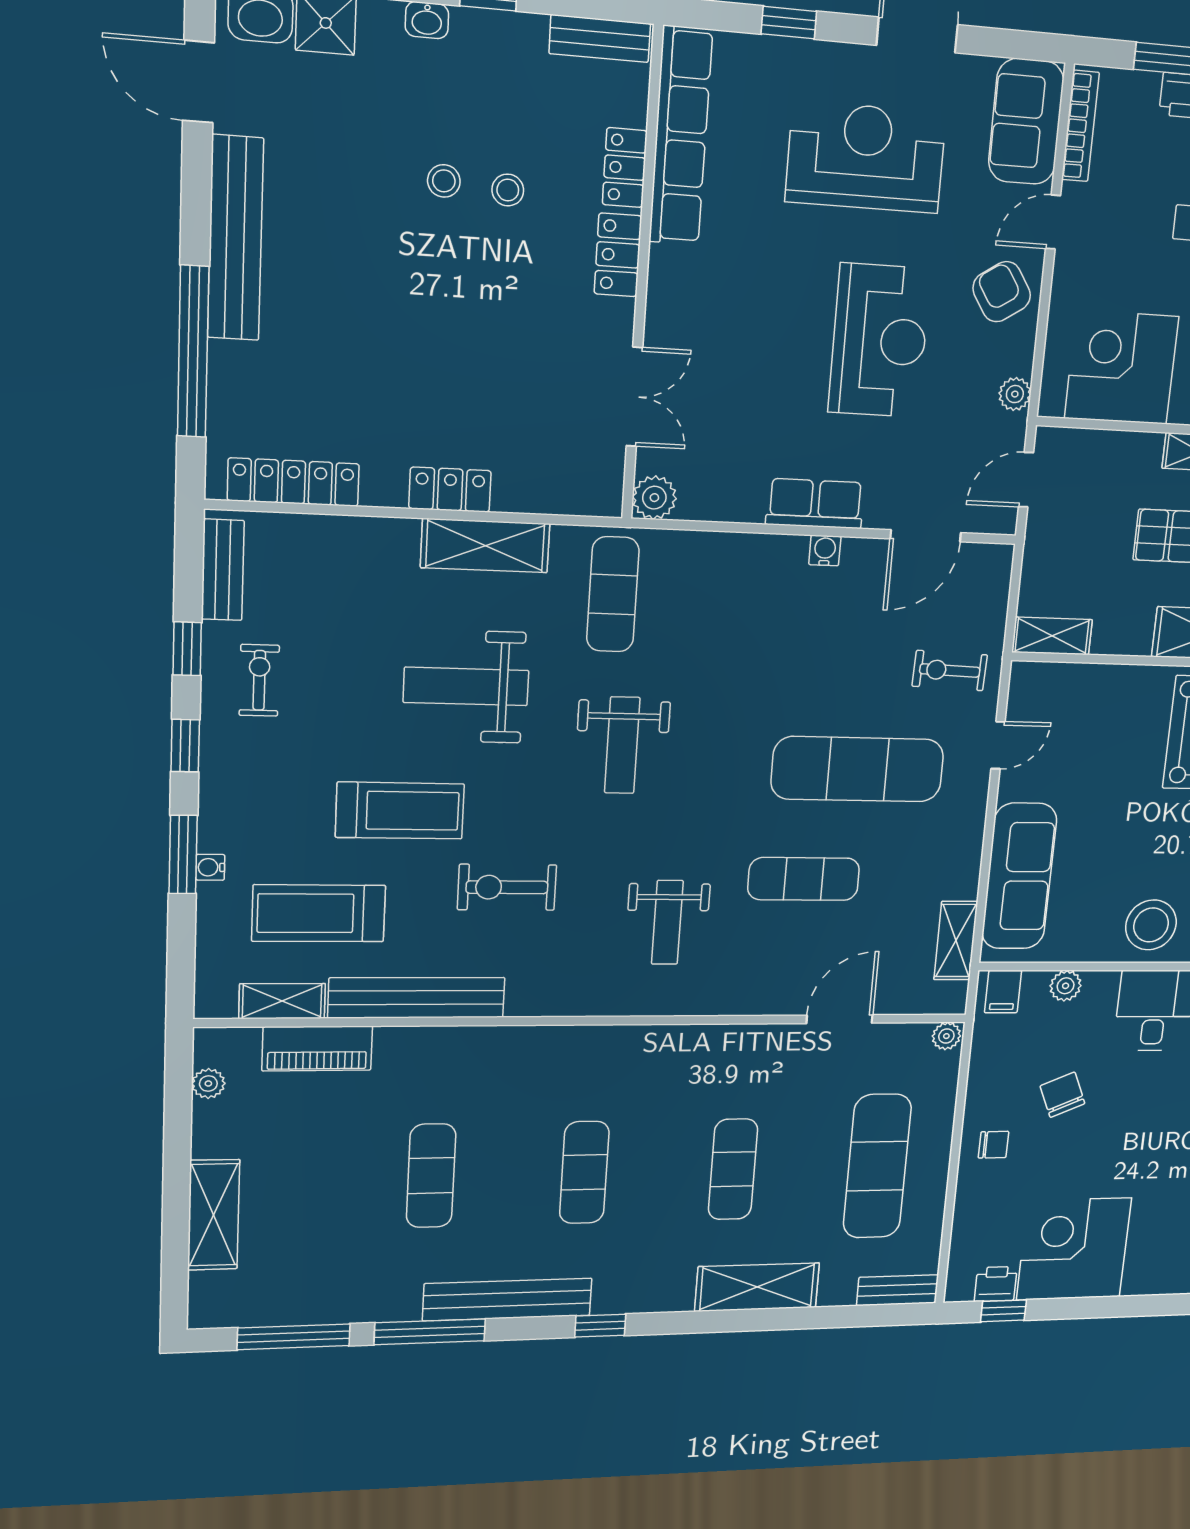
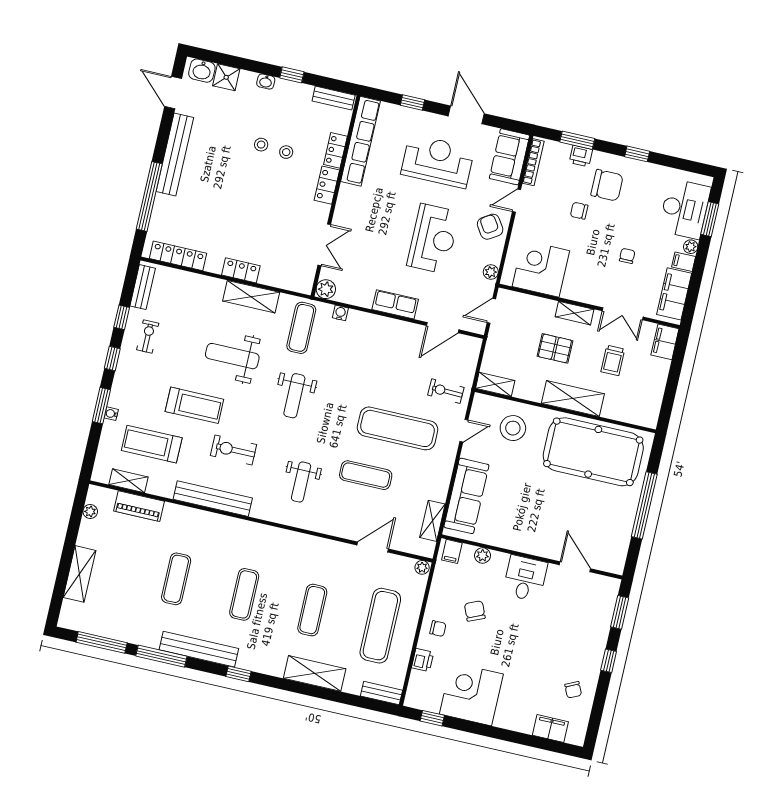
water cooler: (825, 550) -> (340, 313), moved
stool: (1151, 925) -> (513, 428), moved
bench: (417, 998) -> (213, 499), moved
printer: (996, 1284) -> (423, 660), moved, turned 90

